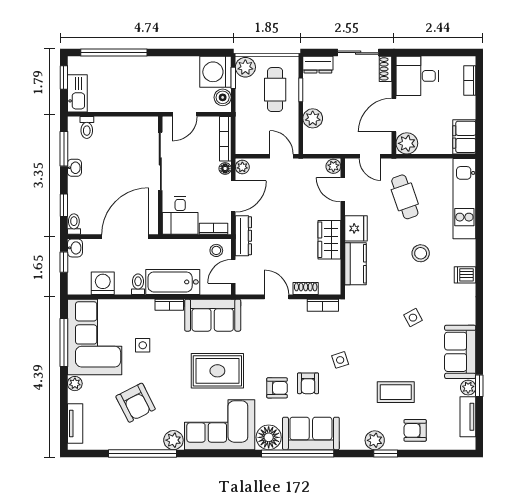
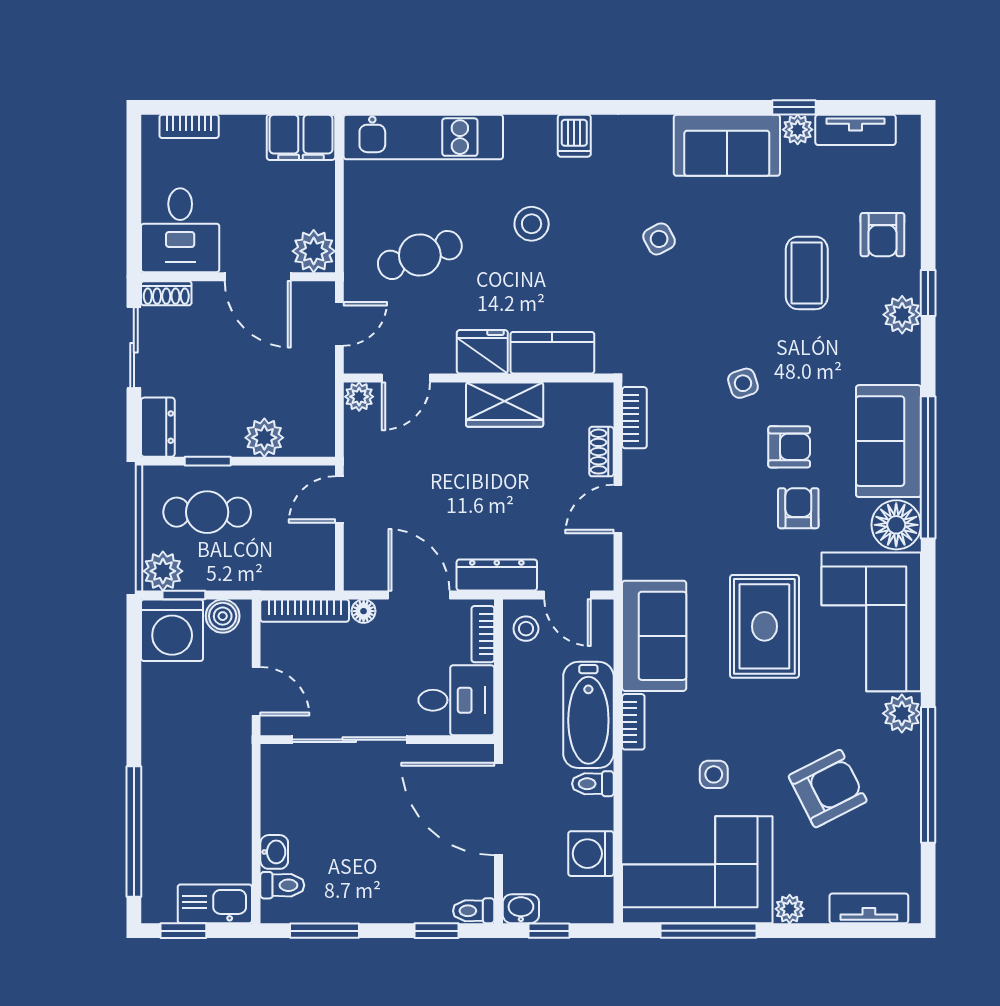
plant: (242, 167) -> (361, 577), removed
washbasin: (74, 168) -> (274, 852), moved, turned 90

